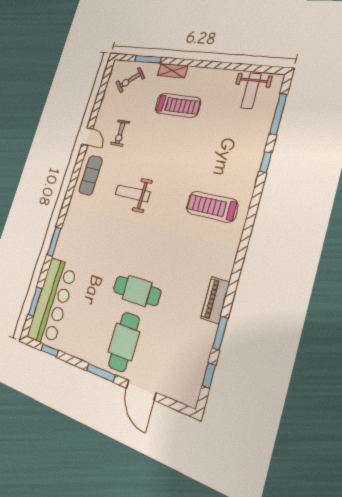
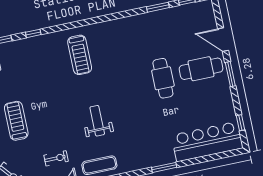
weight bench: (133, 193) -> (97, 121), turned 180
piano: (215, 300) -> (139, 21), removed
window: (35, 302) -> (215, 157), removed
door: (141, 390) -> (223, 40), swing flipped

